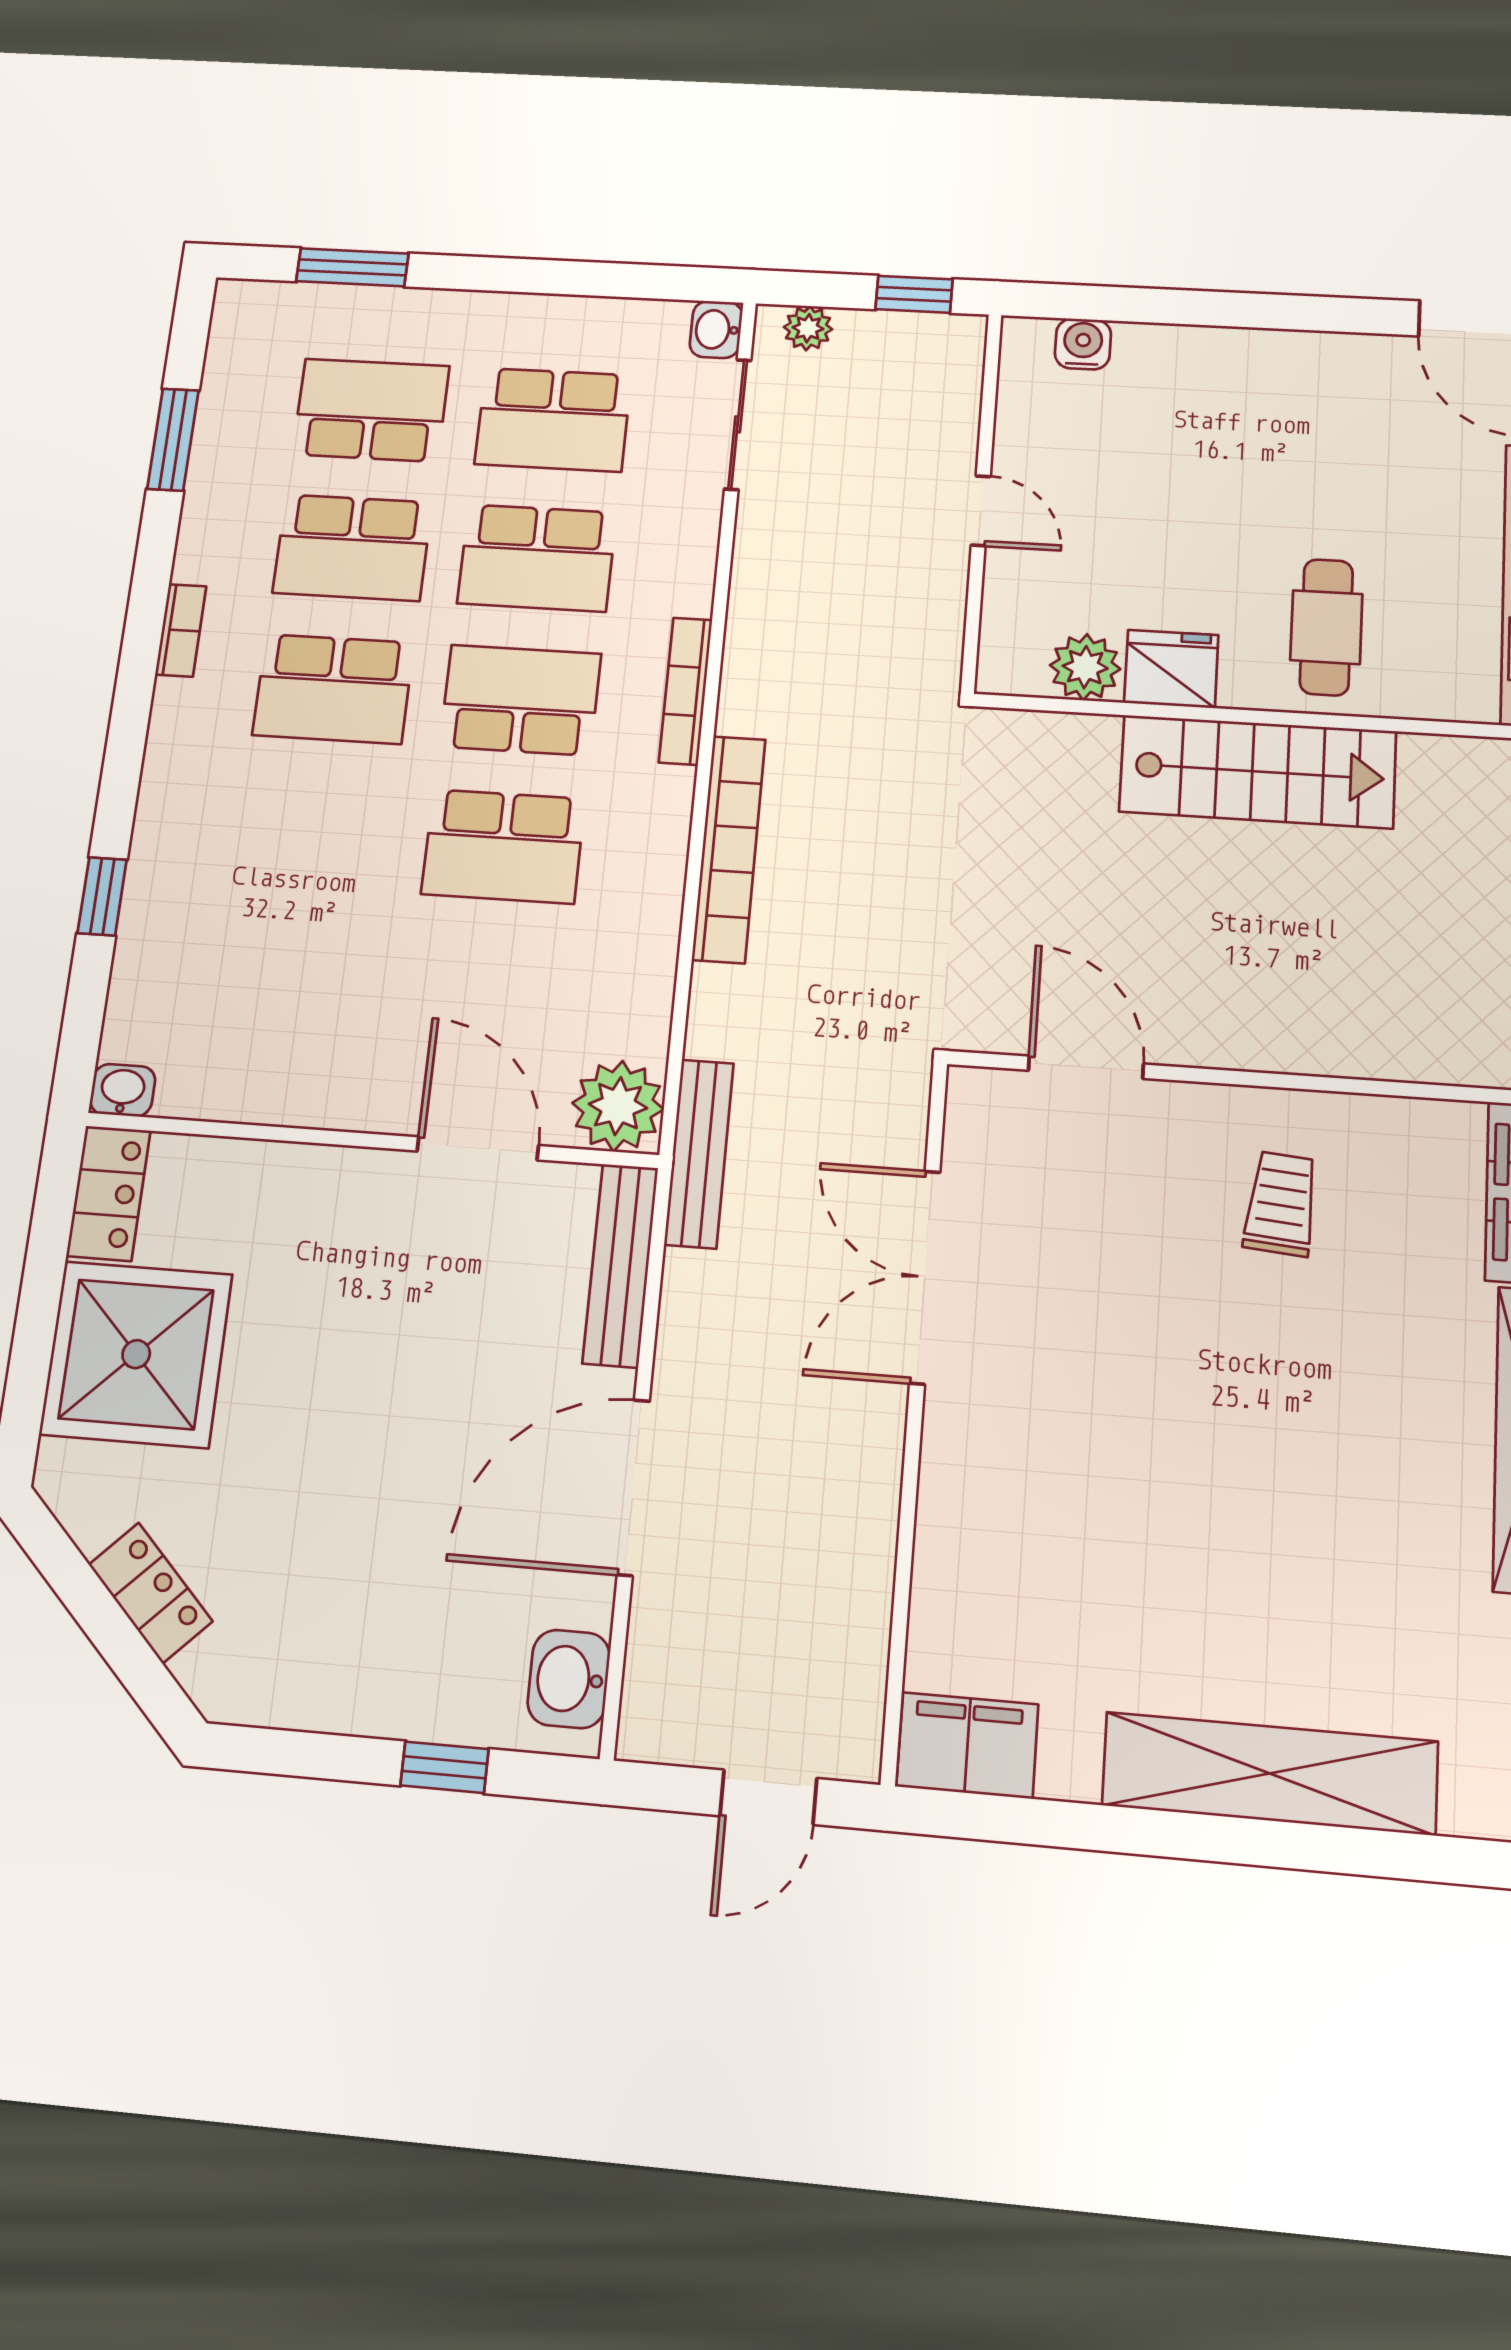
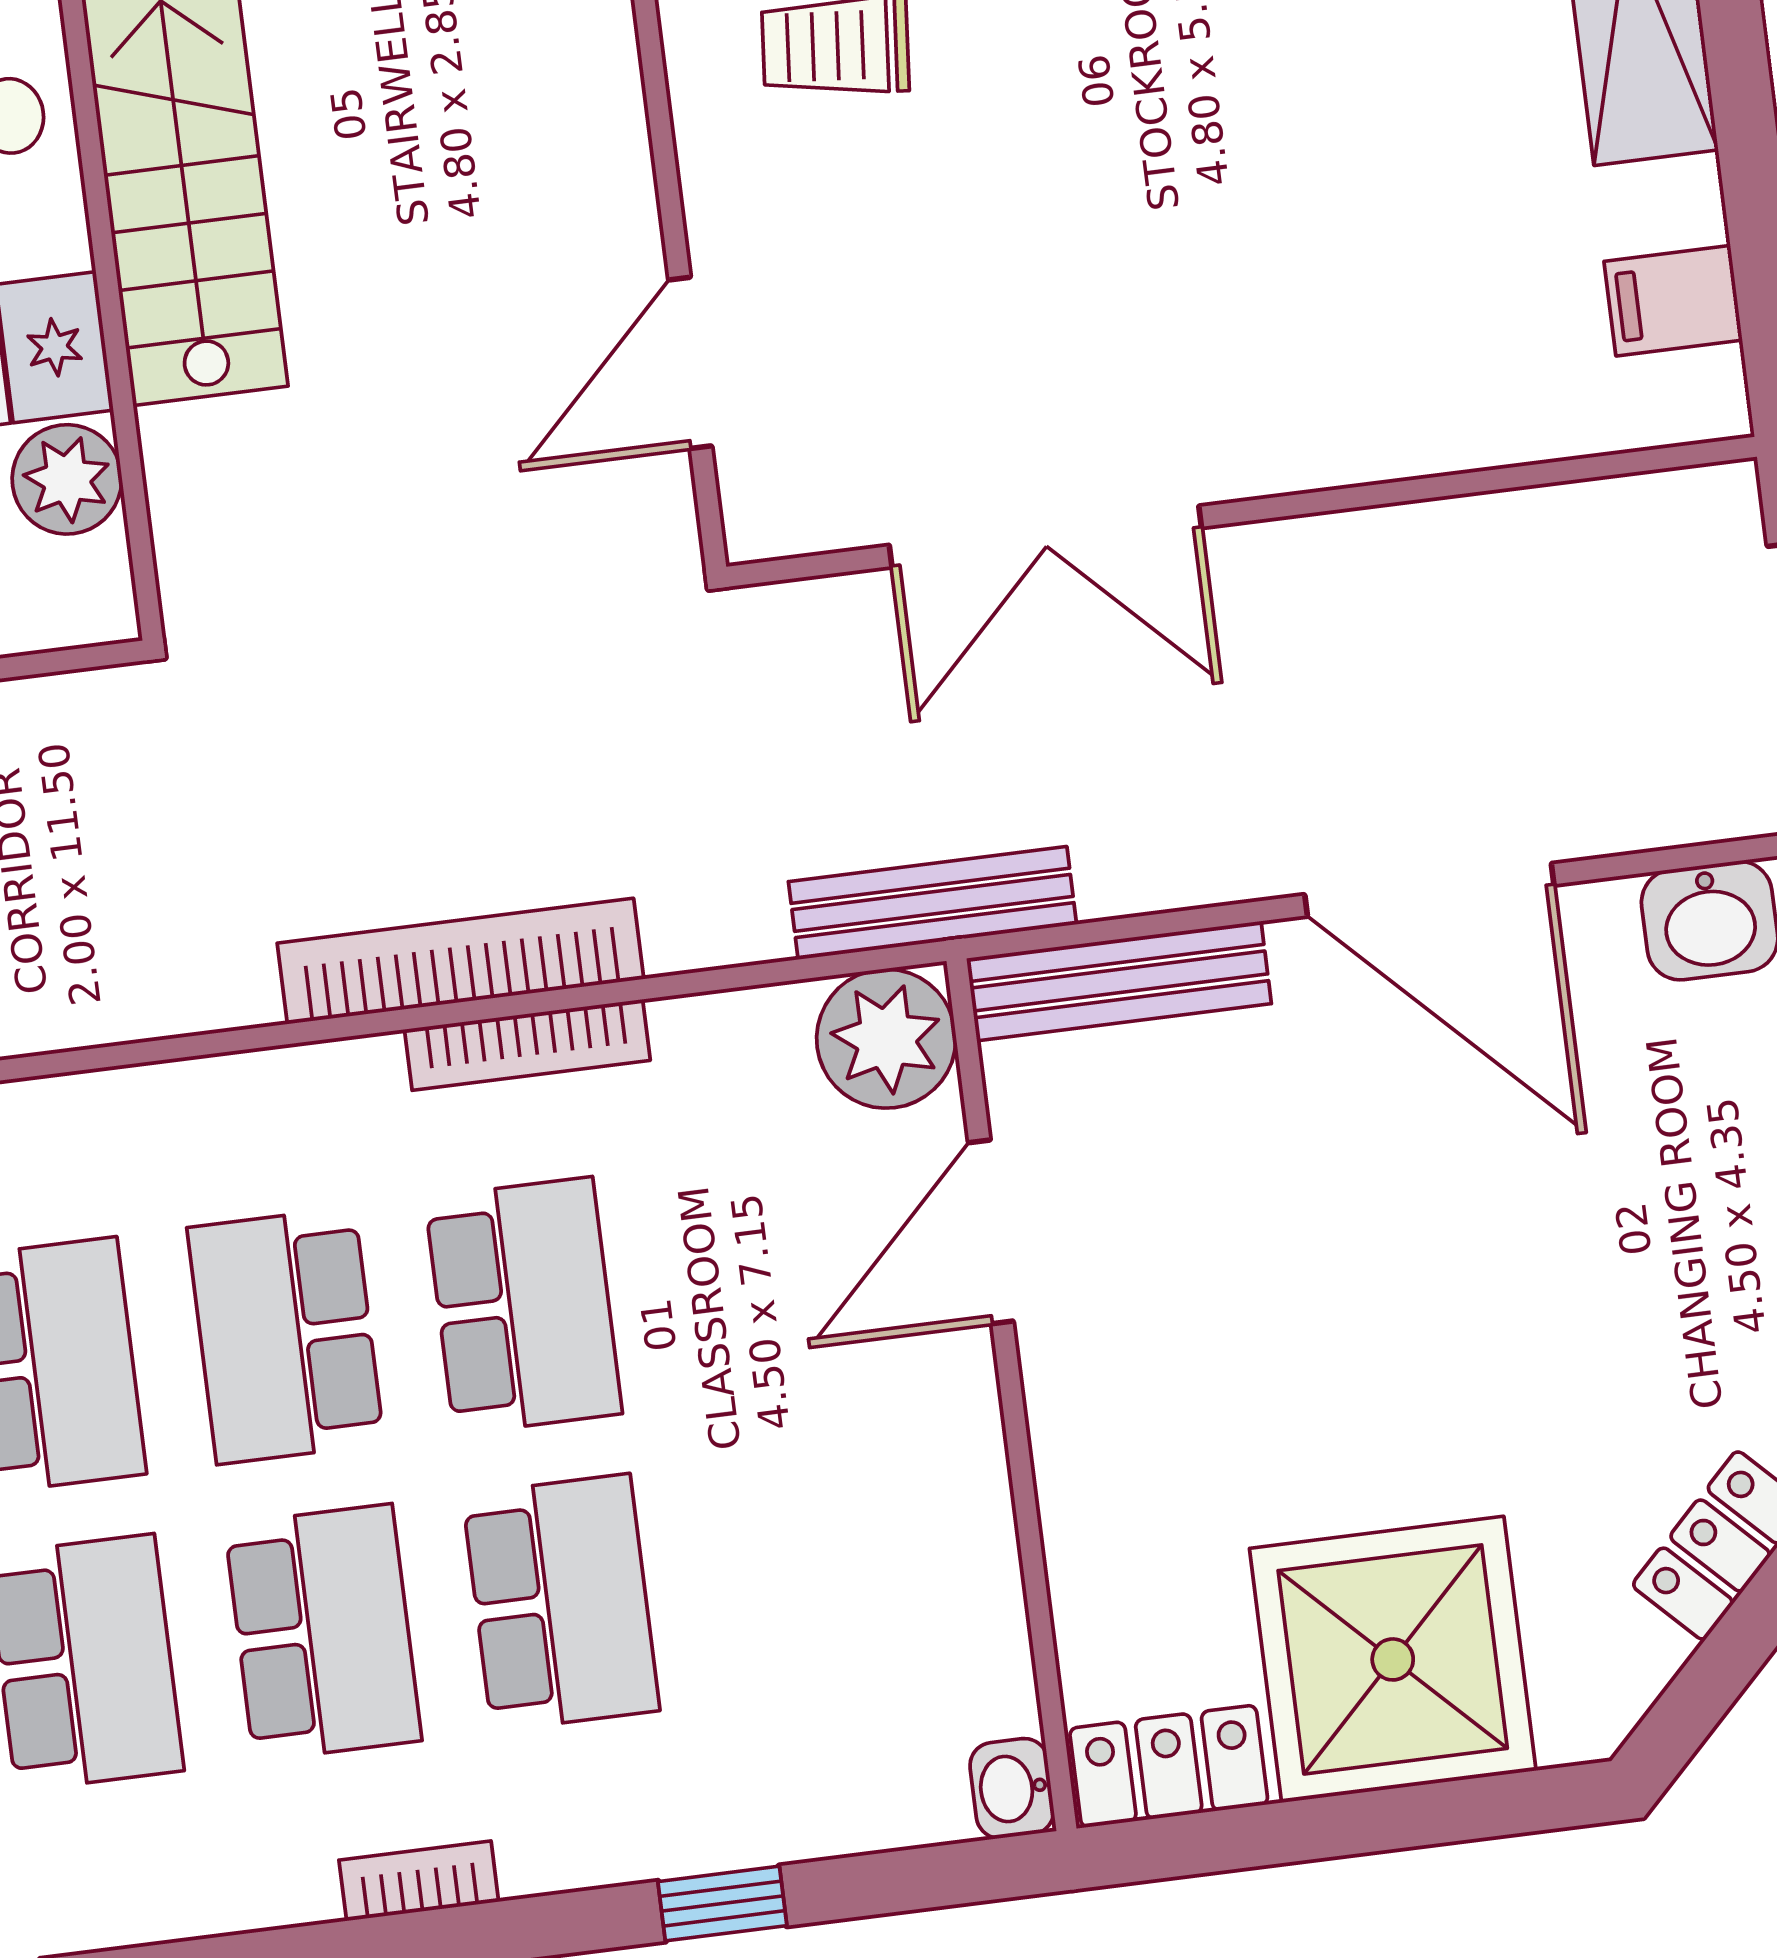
bookcase: (181, 630) -> (419, 1881), moved
bookcase: (686, 691) -> (527, 1045), moved
school desk: (314, 834) -> (561, 1603), added
filing cabinet: (967, 1745) -> (1673, 301), width x0.50

